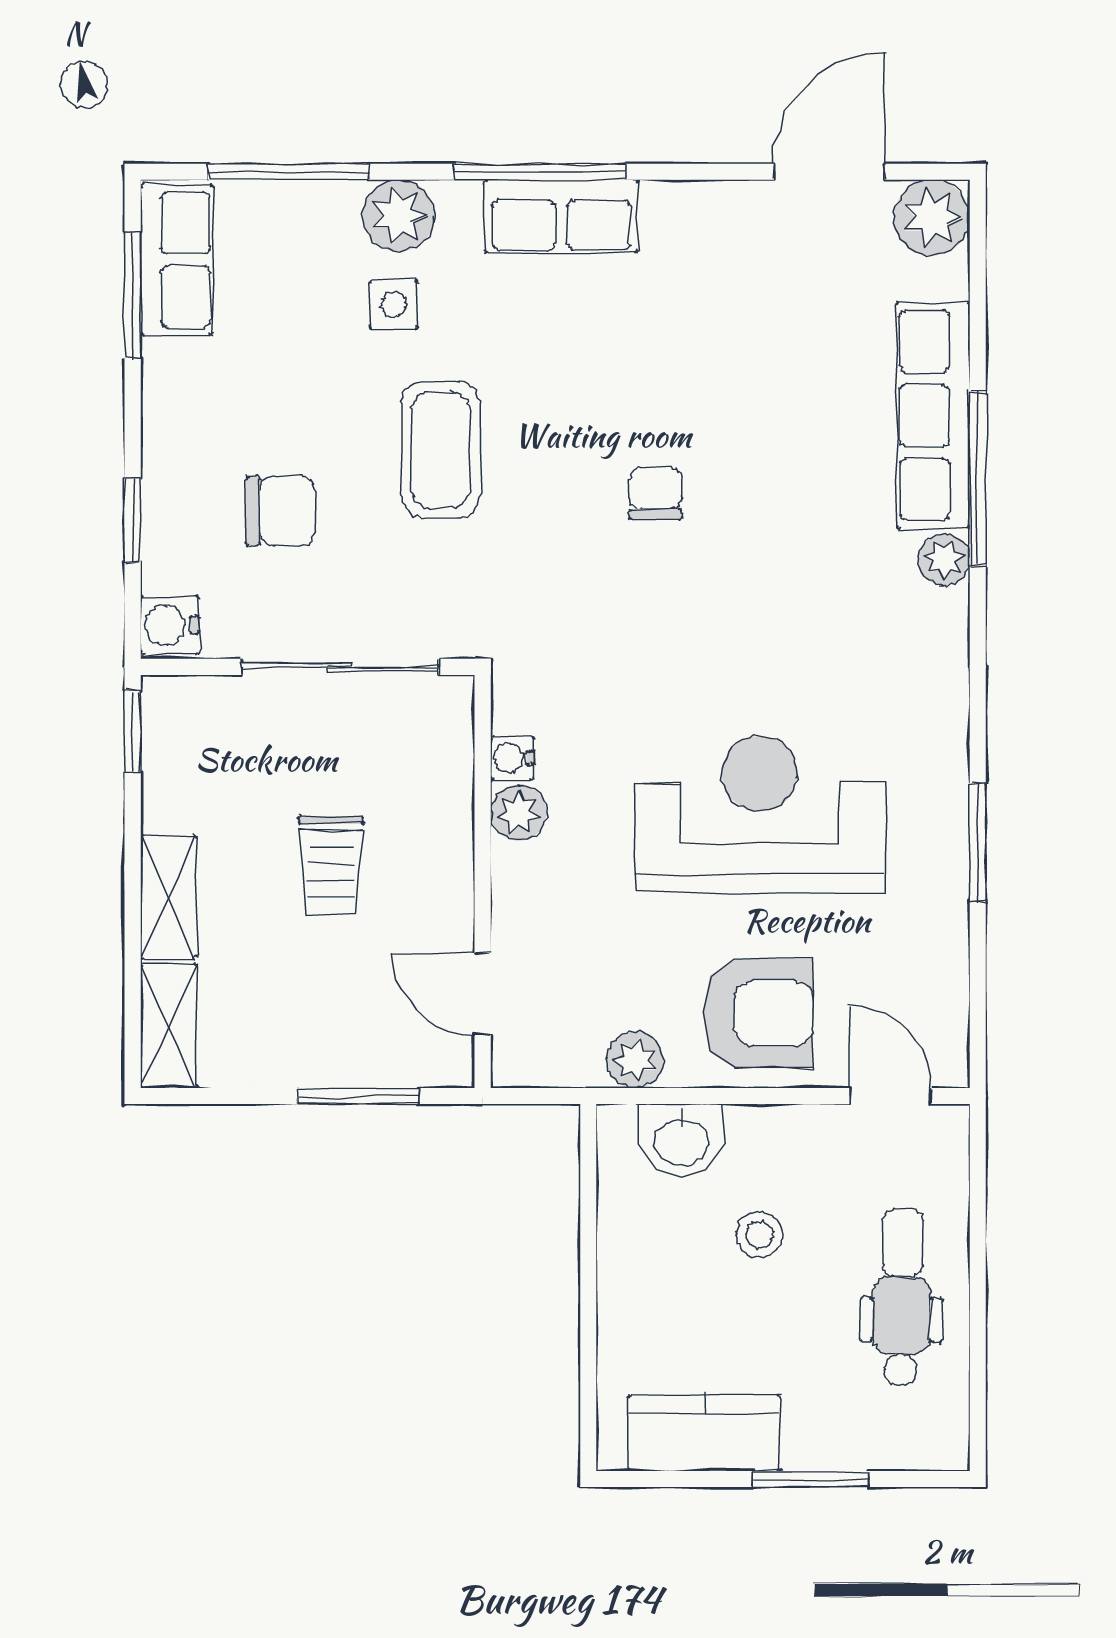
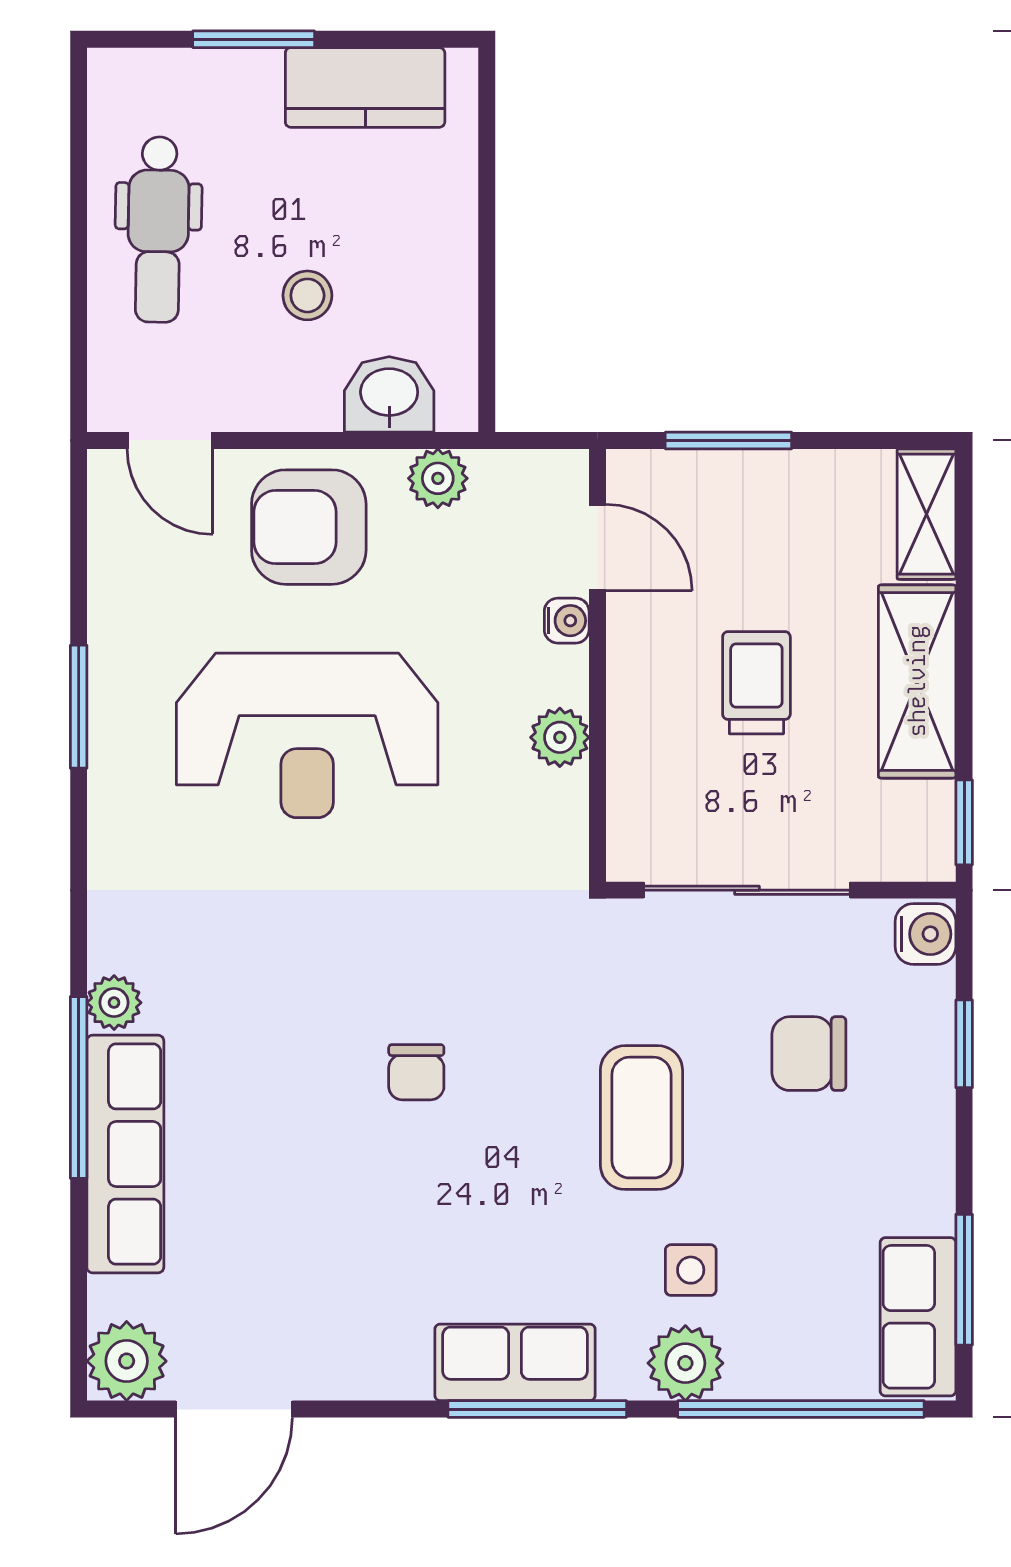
window: (288, 172) -> (801, 1409), width x1.46
water cooler: (512, 758) -> (567, 621), moved
shelving: (168, 897) -> (917, 681), width x1.50, depth x1.33

